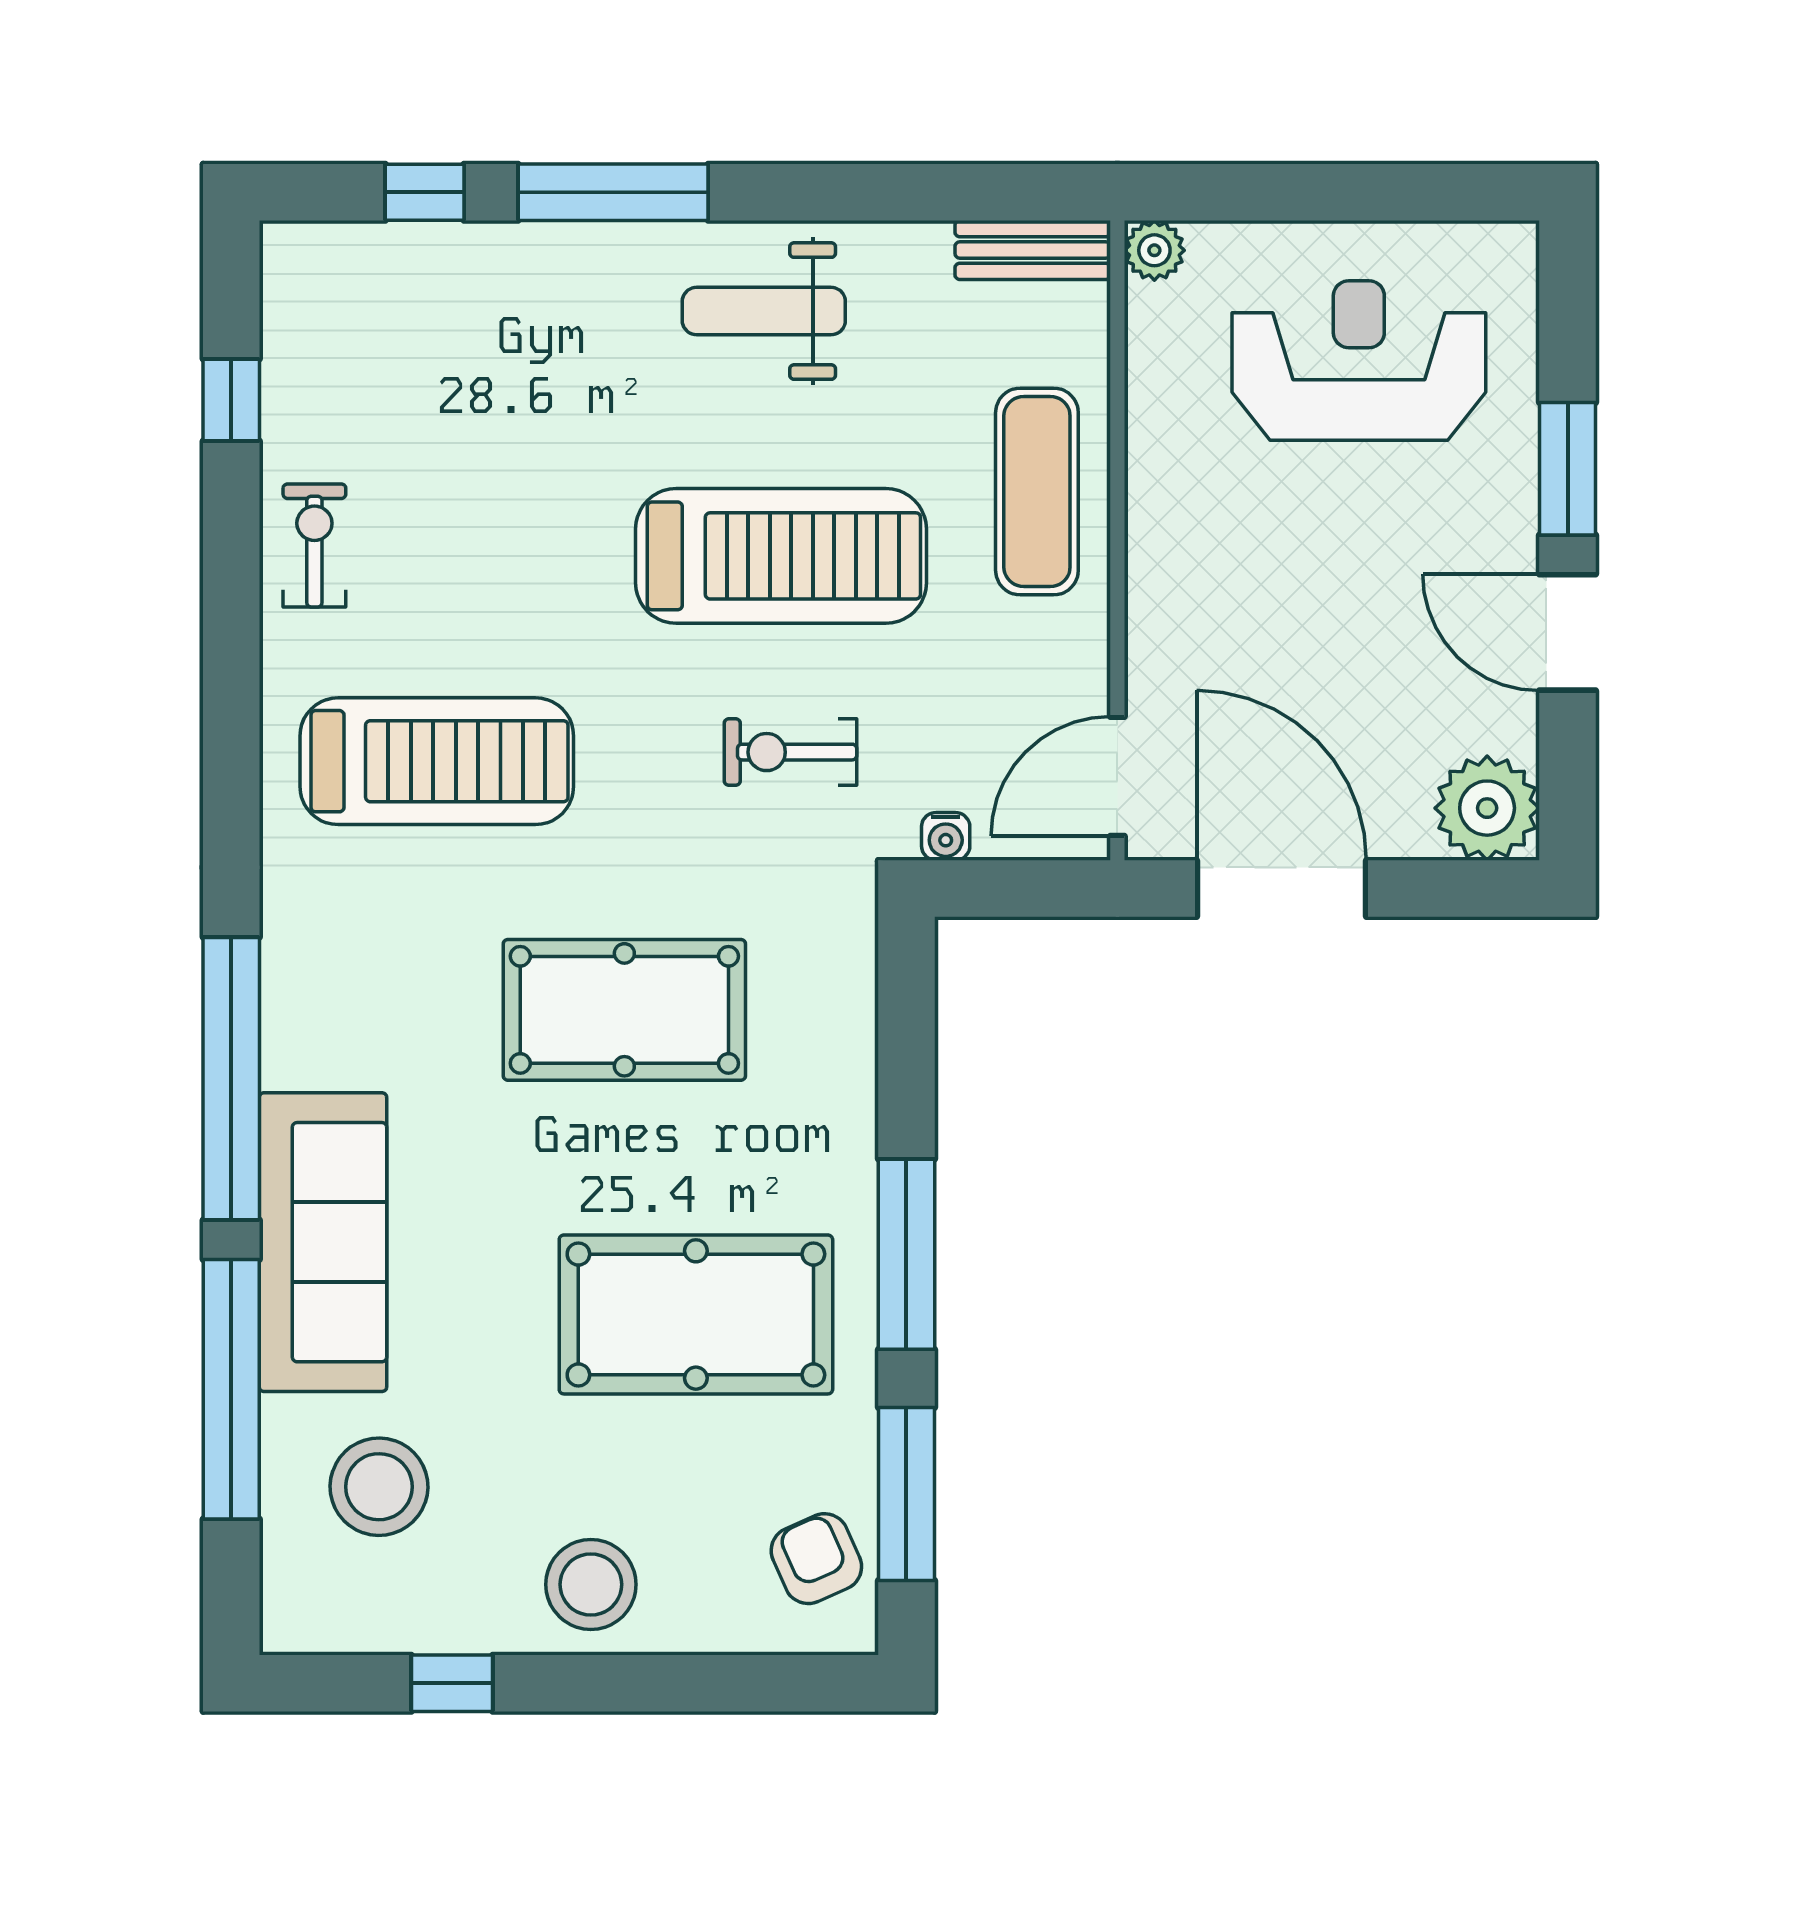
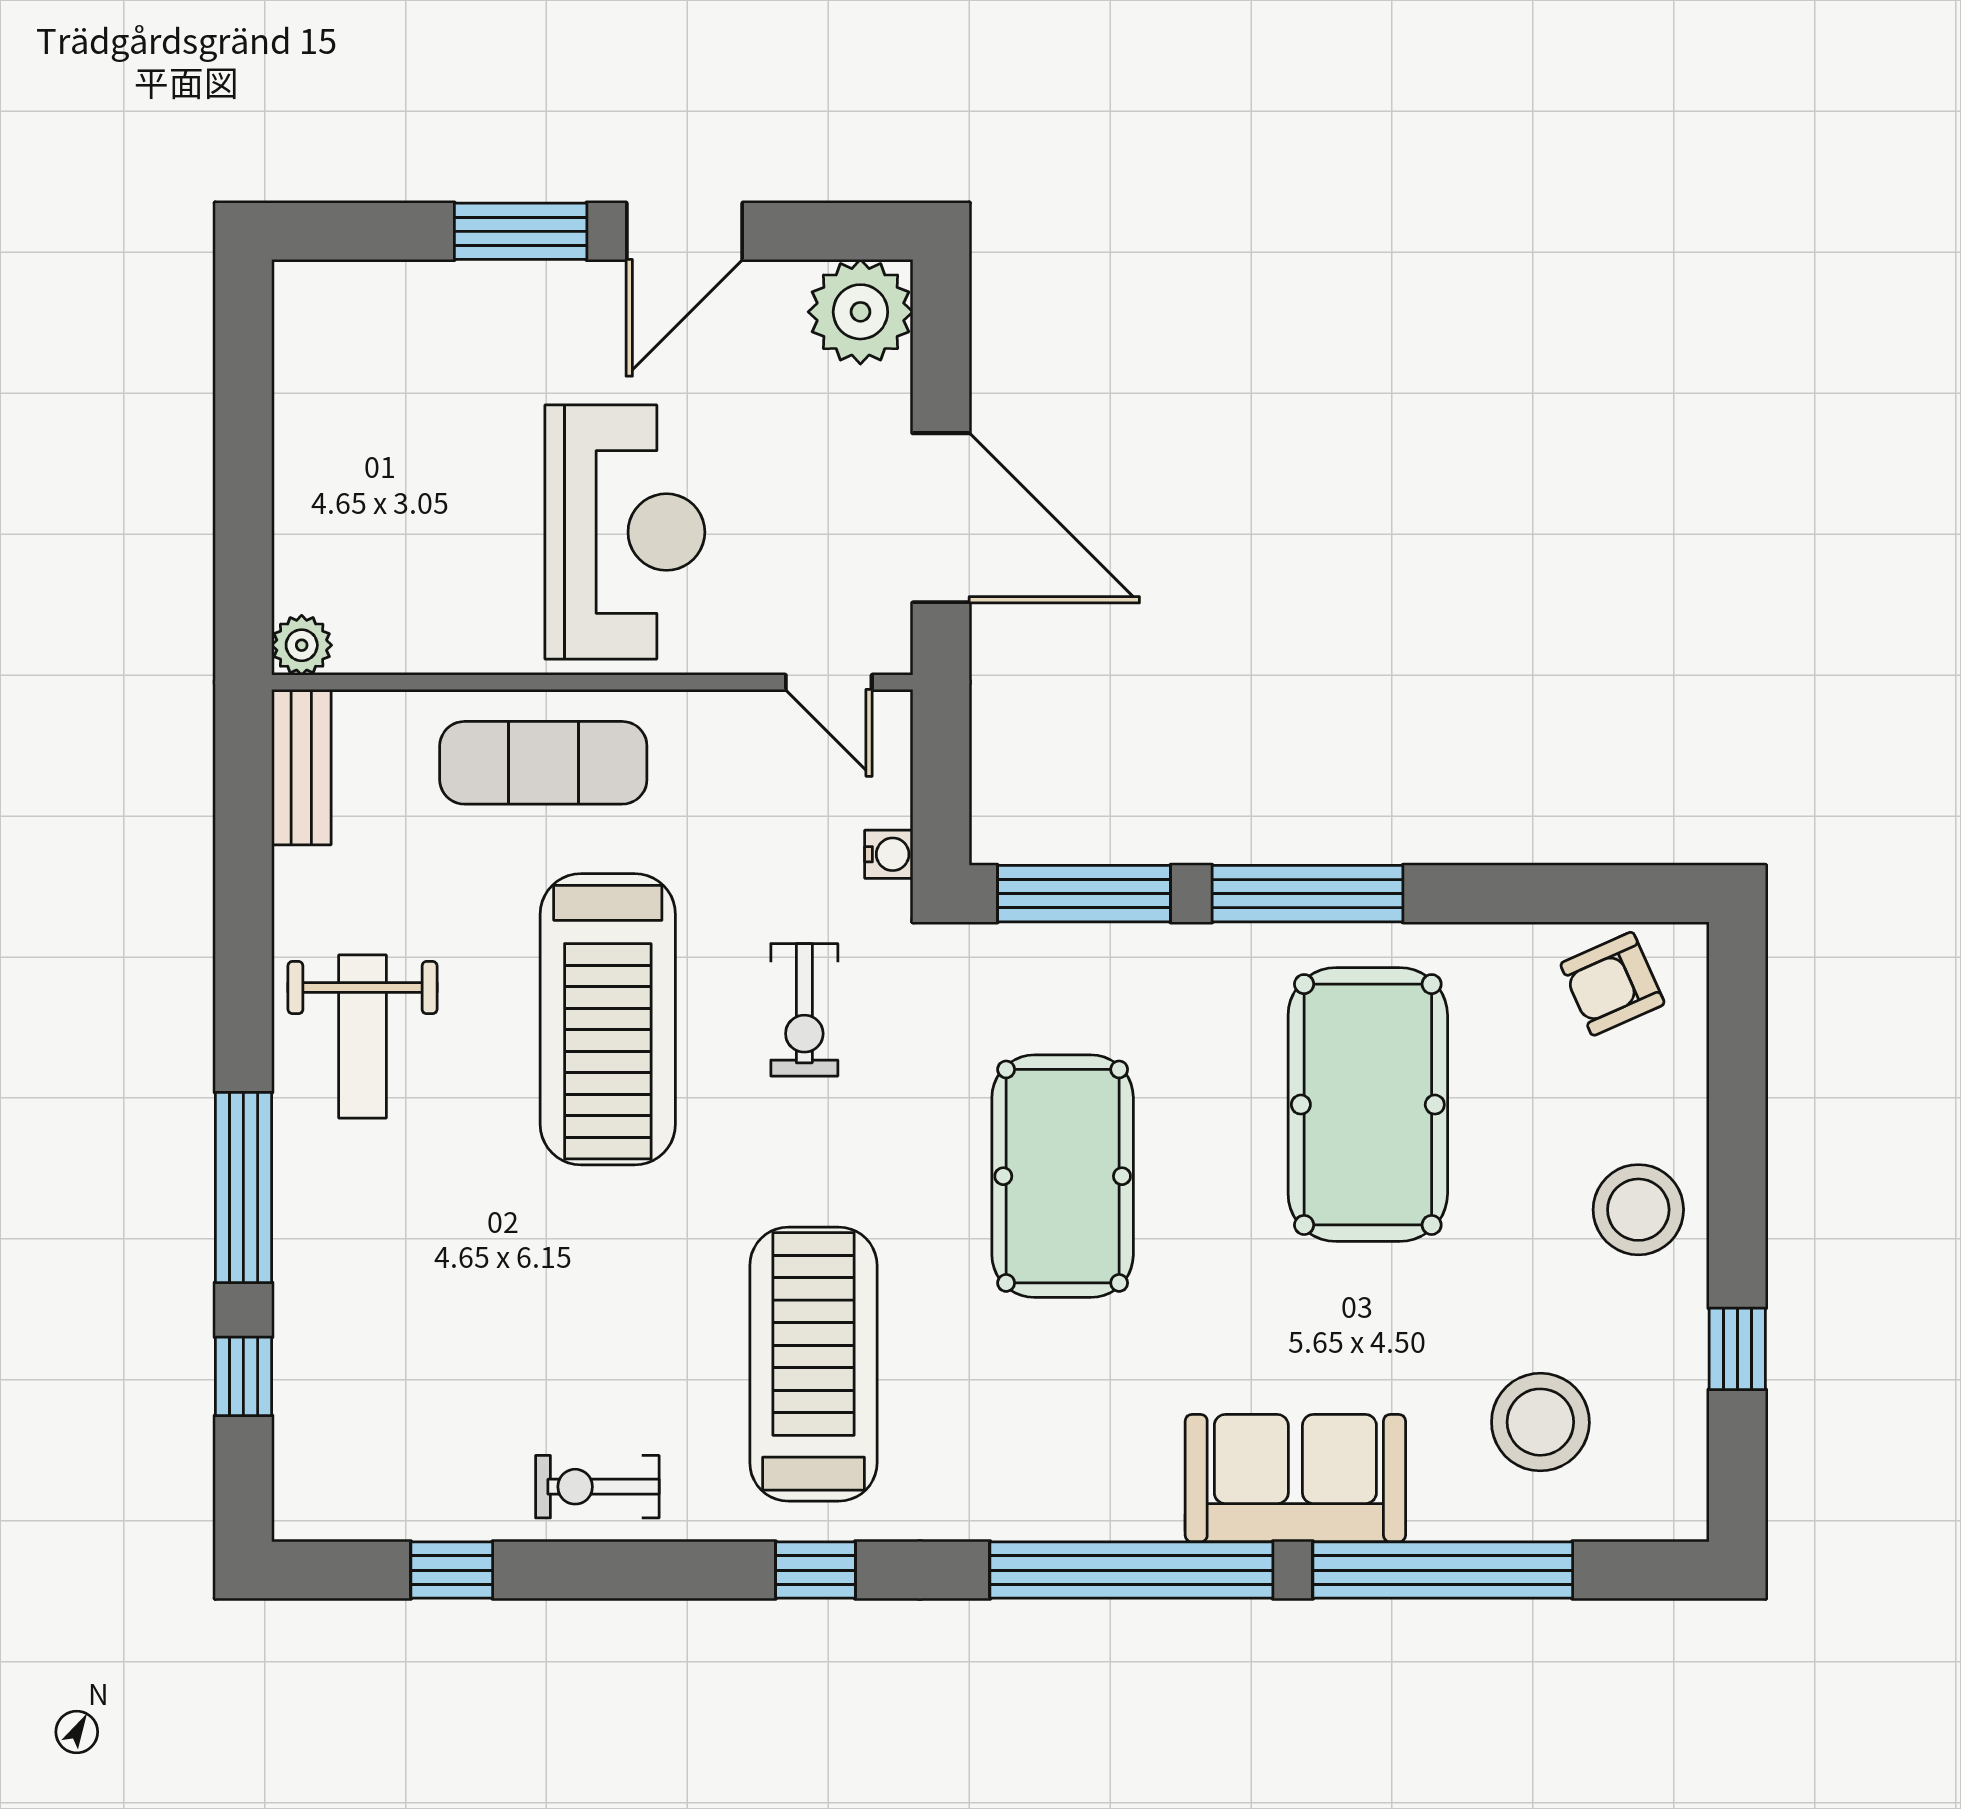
reception desk: (1359, 361) -> (625, 532), moved, turned 180
treadmill: (781, 556) -> (608, 1019), turned 180
window: (231, 763) -> (815, 1570), added
door: (1117, 776) -> (829, 682), width x0.73
door: (1281, 888) -> (941, 518), swing flipped
sofa: (323, 1242) -> (1295, 1478), width x0.73
window: (906, 1494) -> (1084, 894), moved

